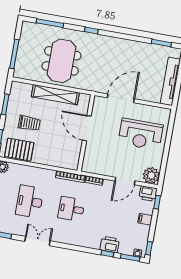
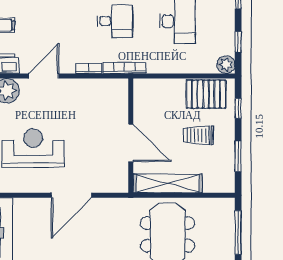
door: (87, 128) -> (131, 143), moved
wall: (86, 133) -> (131, 136), moved

